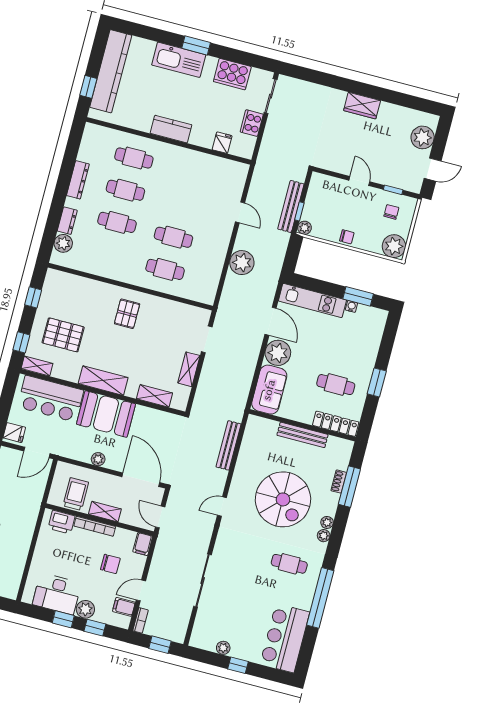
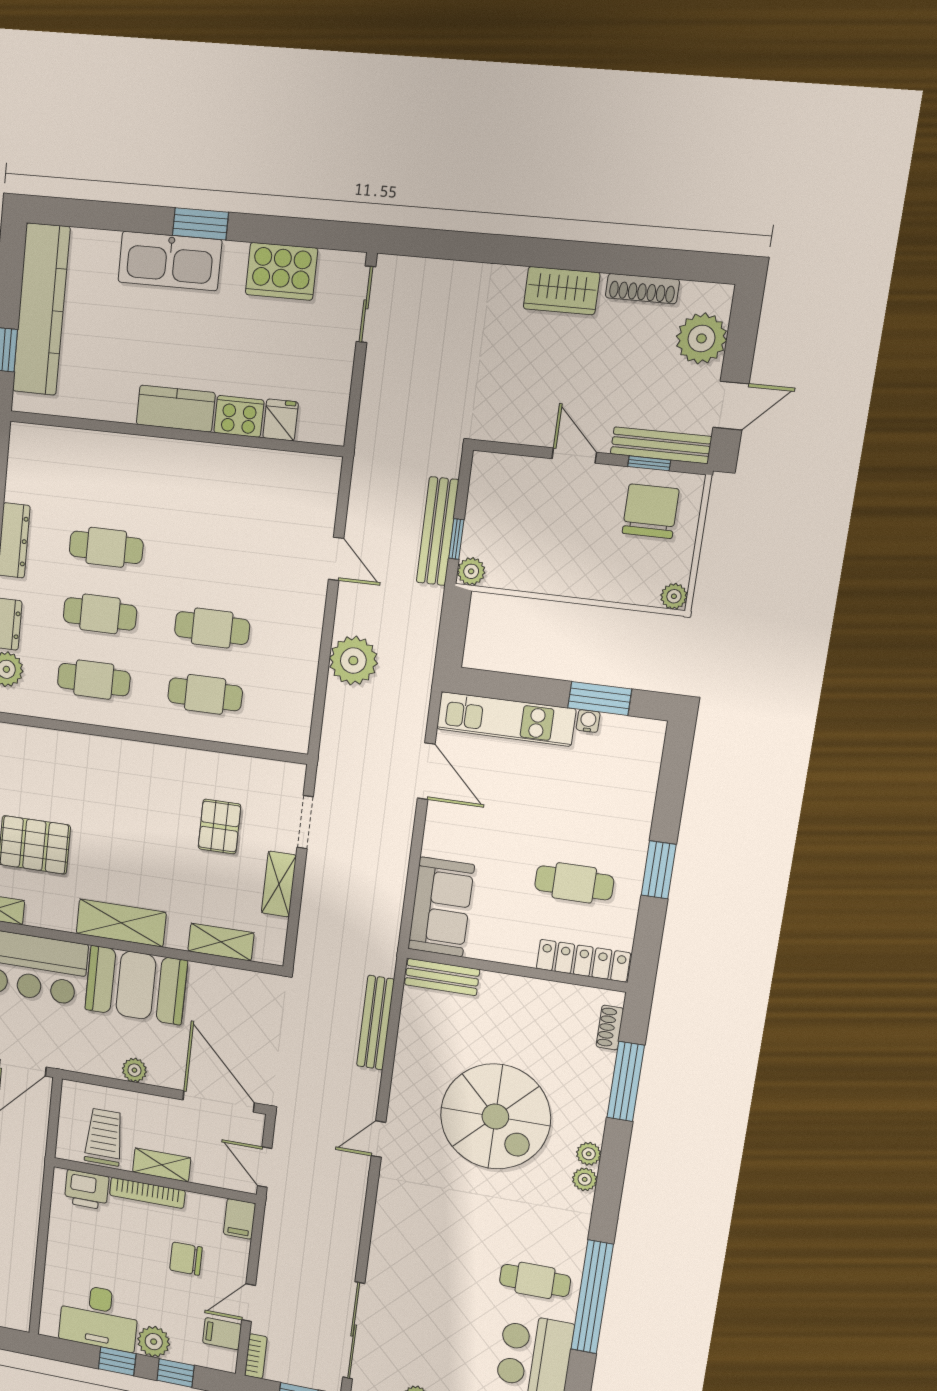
shoe rack: (399, 111) -> (642, 289), added
cooker: (252, 123) -> (239, 416), moved, turned 90
cafe table: (134, 158) -> (94, 680), moved
bench: (399, 182) -> (661, 445), added
chair: (391, 212) -> (651, 511), width x1.87, depth x1.87
chair: (347, 237) -> (562, 578), removed
plant: (394, 246) -> (674, 596), width x0.53, depth x0.53
pallet: (127, 314) -> (219, 827), moved
plant: (278, 353) -> (449, 833), removed
bench: (302, 435) -> (442, 977), moved, width x0.73
shoe rack: (339, 482) -> (610, 1028), moved
chair: (110, 564) -> (186, 1259), turned 180
cafe table: (289, 564) -> (535, 1280), moved
sliding door: (203, 581) -> (354, 1330), moved

